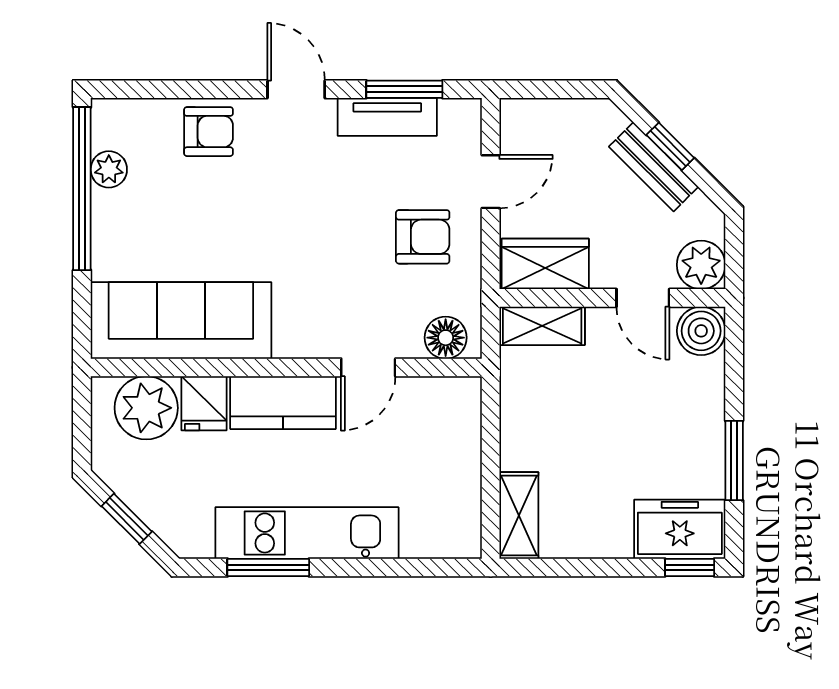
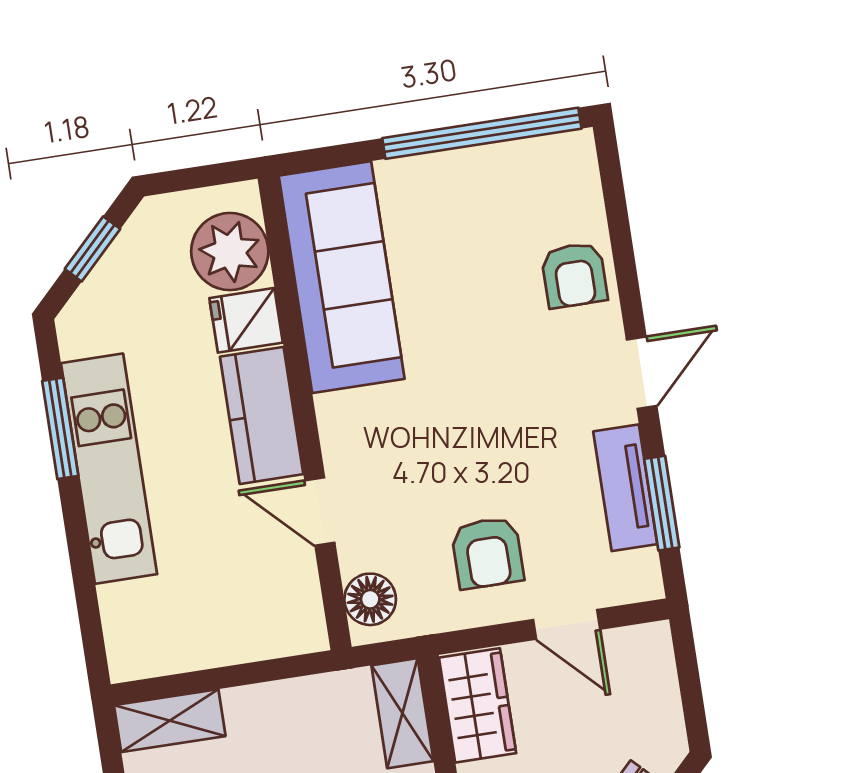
plant: (109, 169) -> (510, 162), removed

